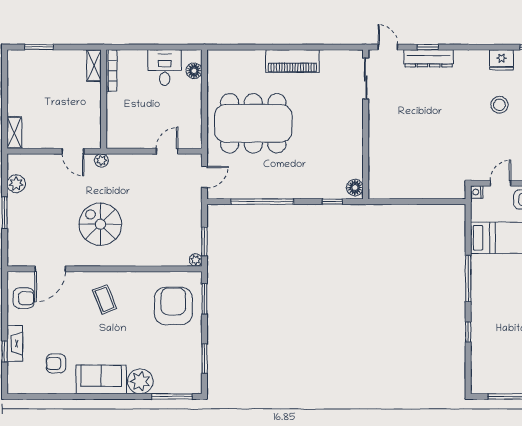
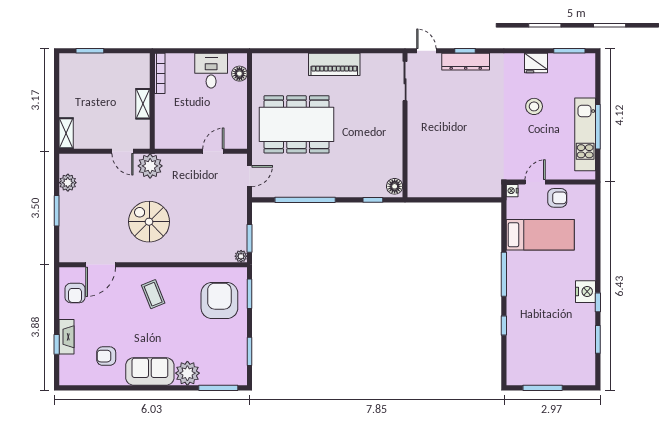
shelving: (94, 66) -> (143, 104), moved
plant: (101, 161) -> (150, 166), width x1.87, depth x1.87
armchair: (24, 298) -> (75, 293), turned 90

